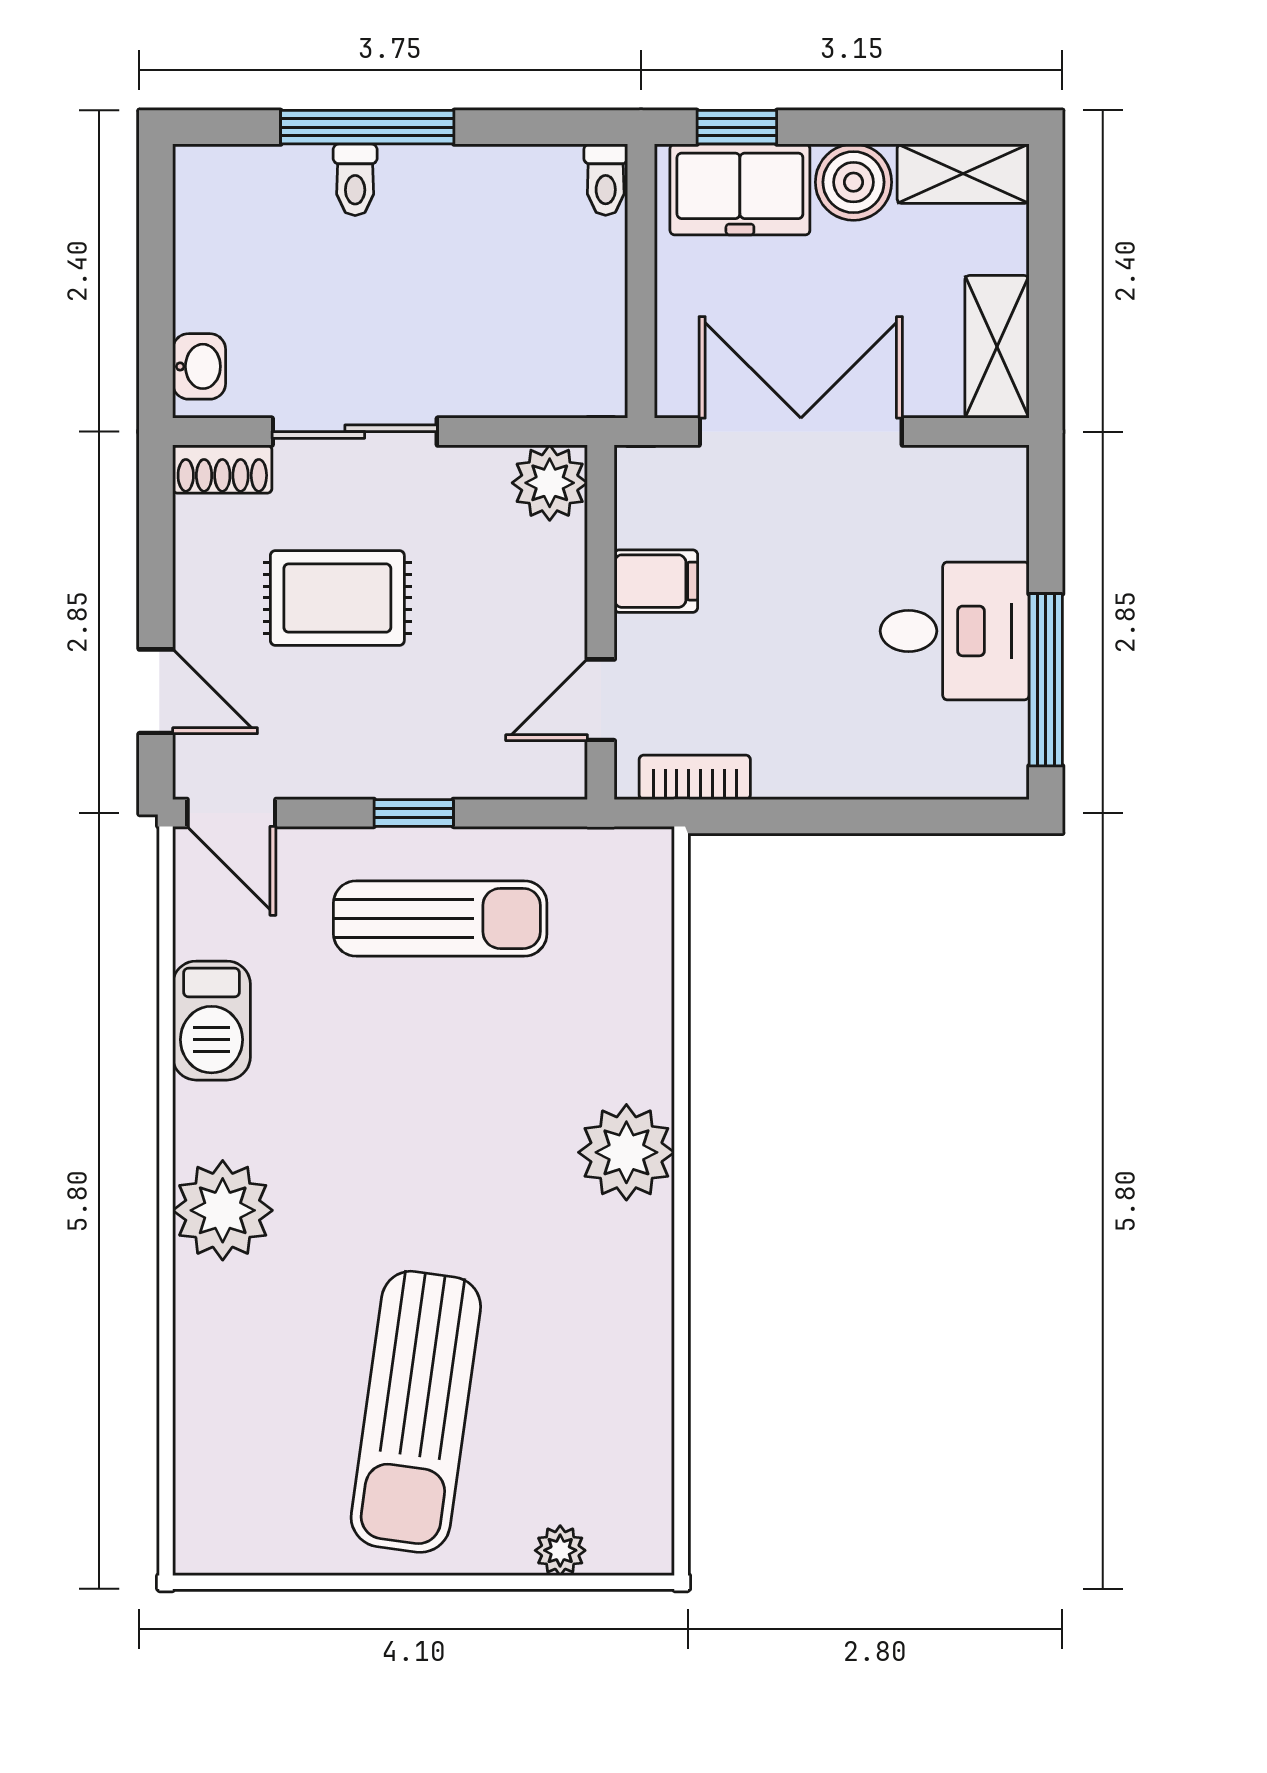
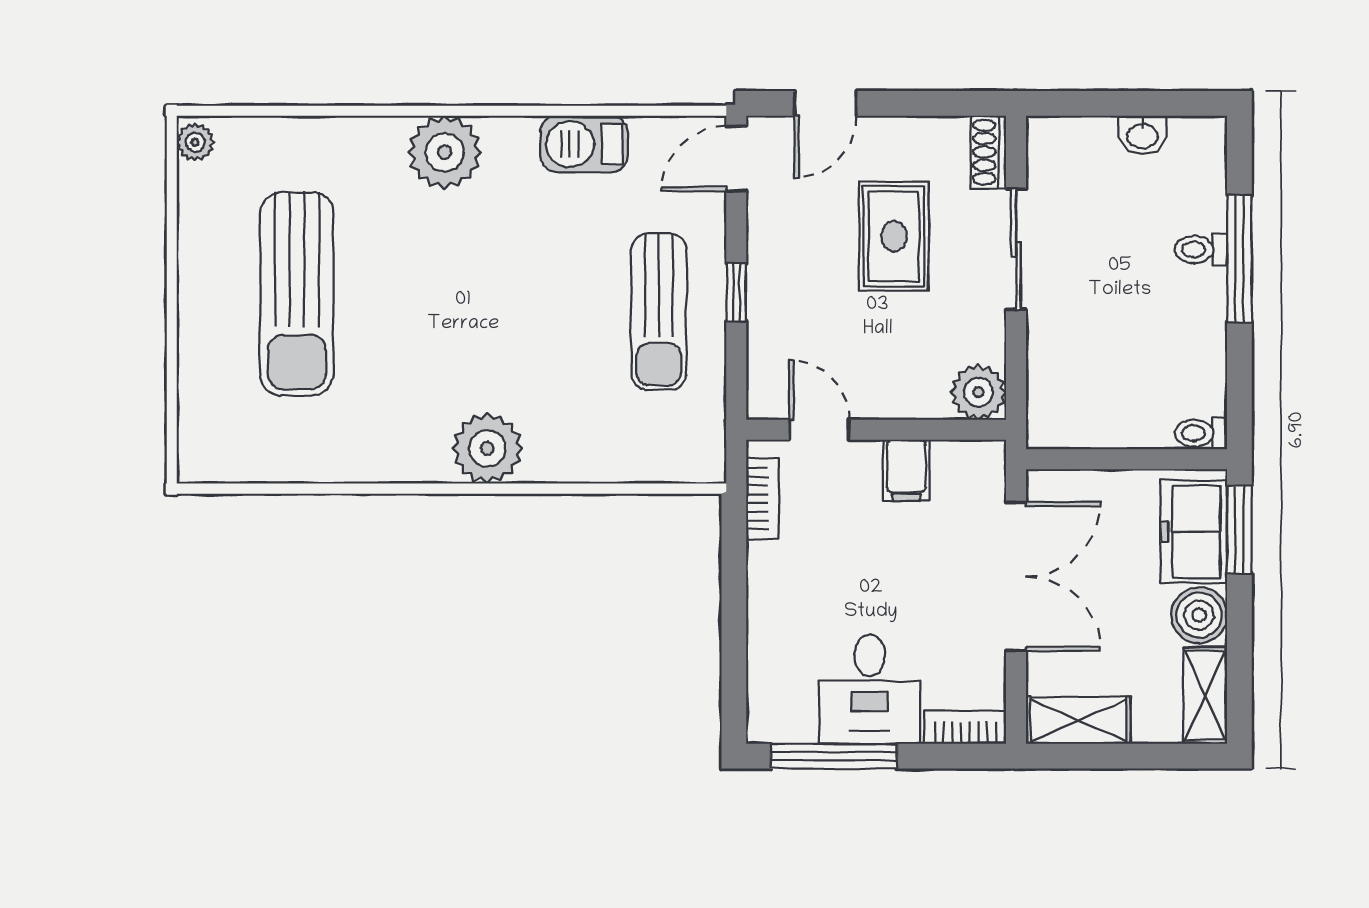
window: (737, 127) -> (1239, 530), width x1.50
washbasin: (199, 366) -> (1142, 135), moved
bookcase: (1007, 501) -> (965, 727), added
sun lounger: (416, 1412) -> (297, 294), turned -98
plant: (560, 1550) -> (195, 142), moved

